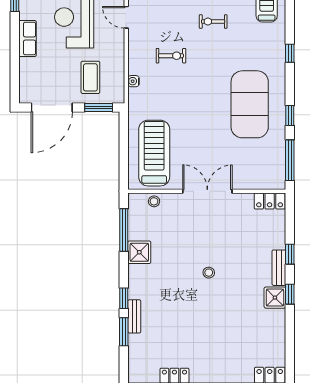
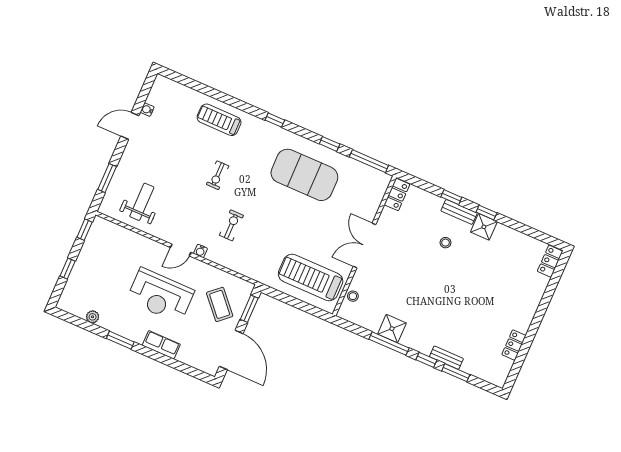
coffee table: (90, 77) -> (220, 304), turned 48
water cooler: (134, 81) -> (200, 251), moved
window: (124, 230) -> (389, 344), moved
stool: (209, 273) -> (445, 243), moved

